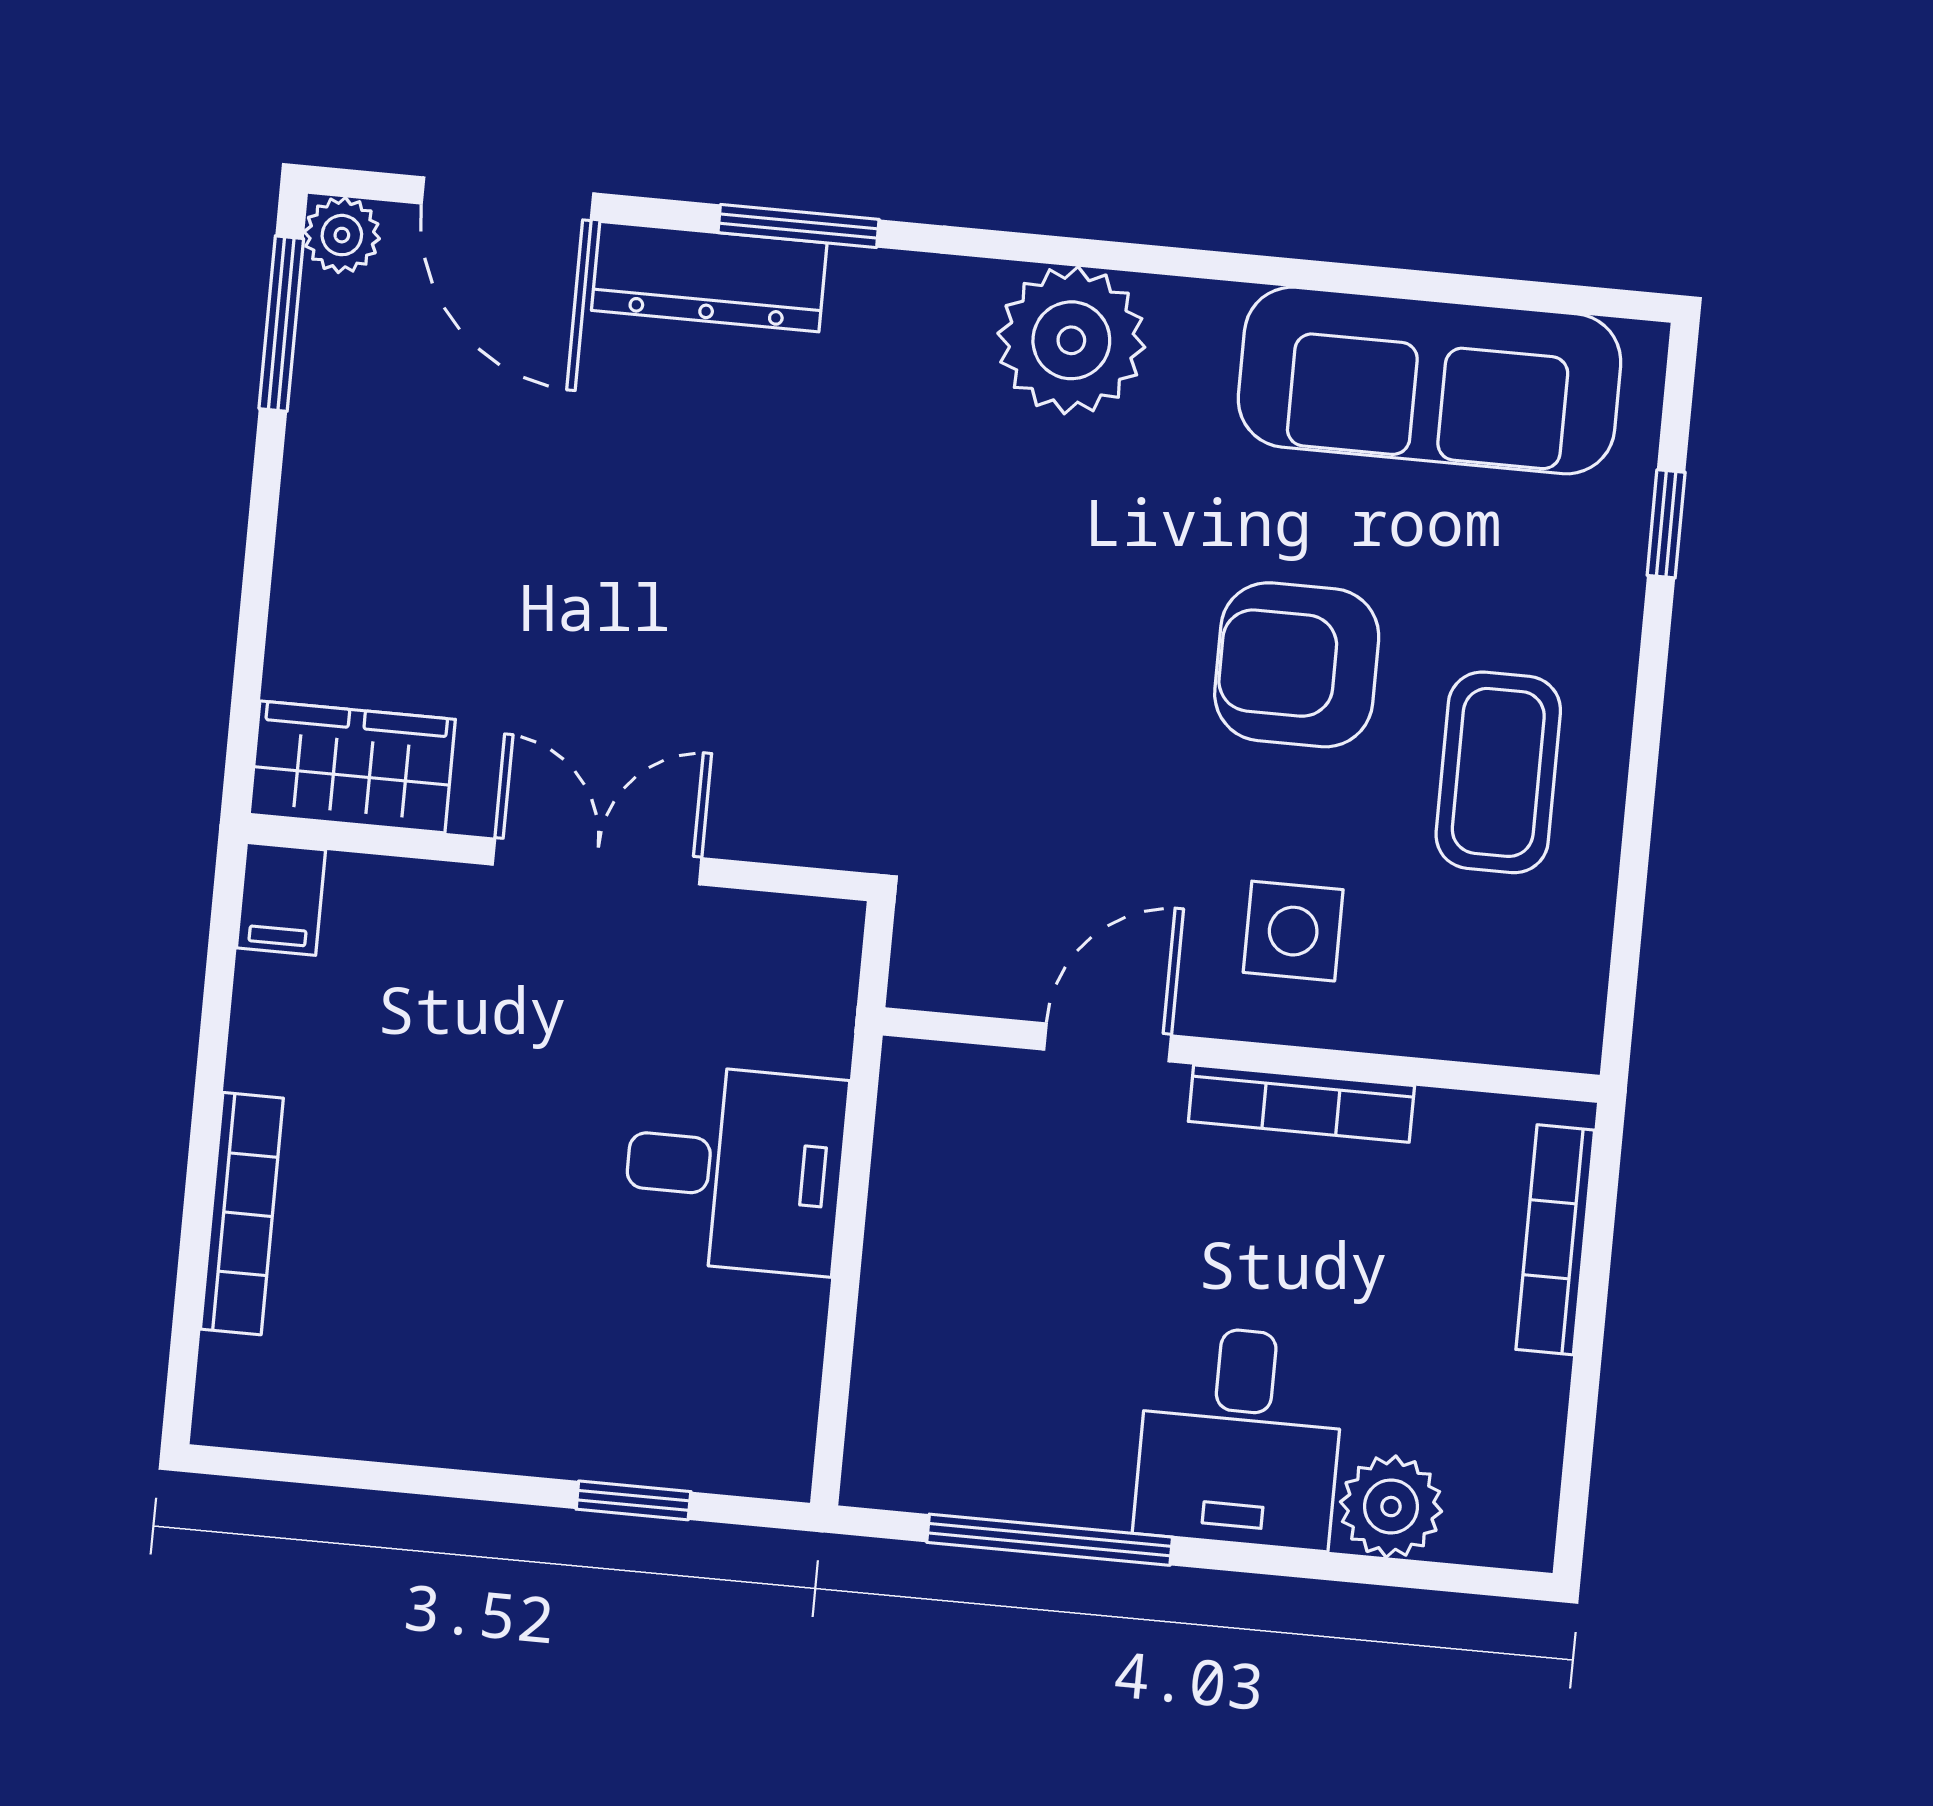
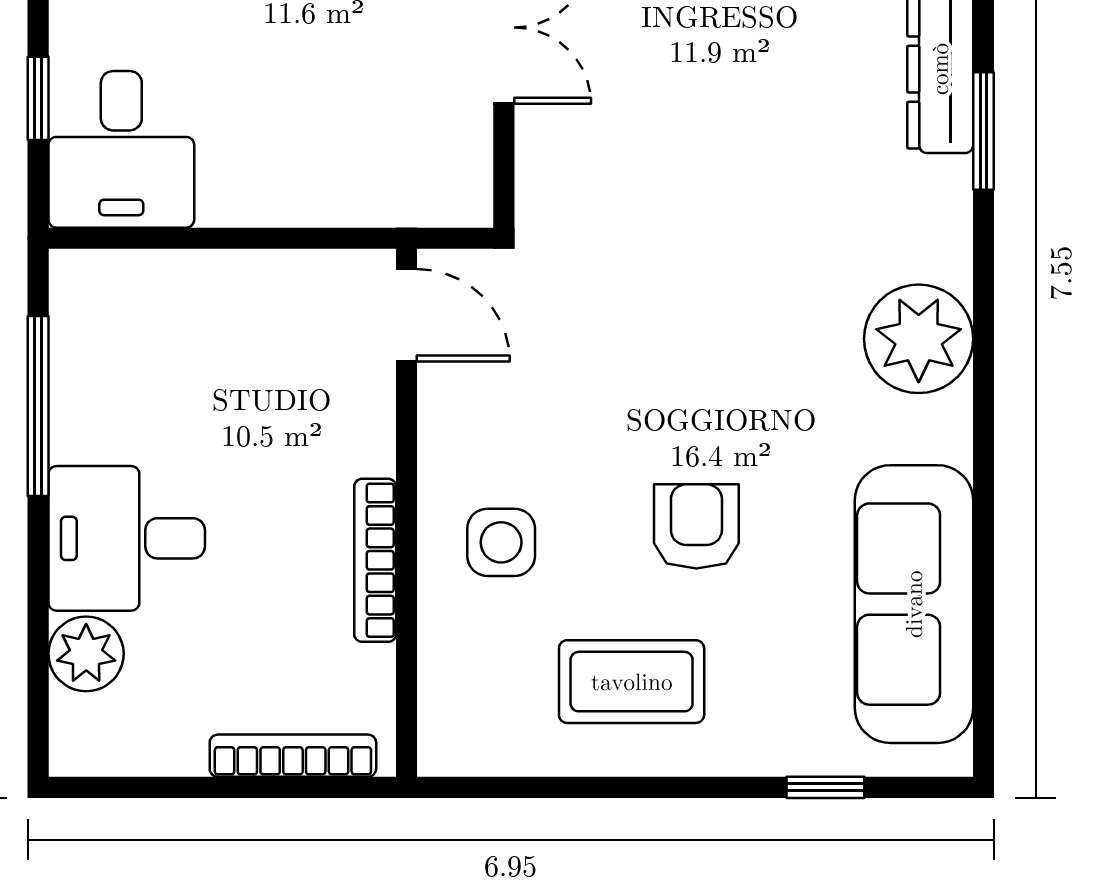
armchair: (1297, 665) -> (696, 526), width x0.72, depth x0.72
door: (1108, 1042) -> (407, 315), moved
desk: (735, 1169) -> (121, 149), moved

